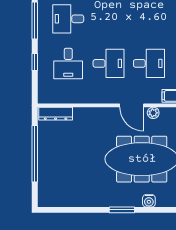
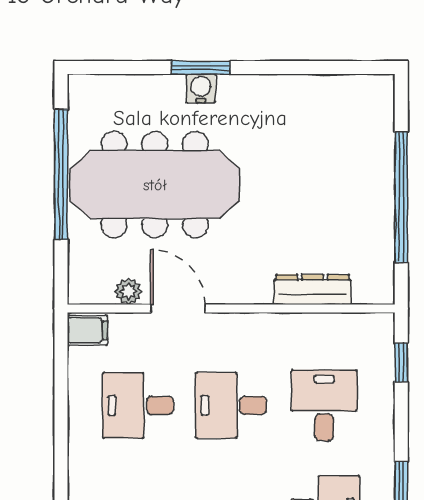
window: (35, 62) -> (401, 362), moved
dresser: (56, 114) -> (313, 290), moved
water cooler: (149, 201) -> (201, 88), moved

